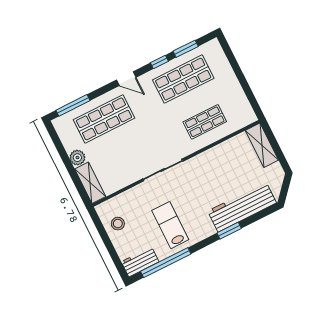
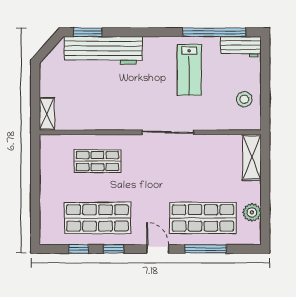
window: (186, 49) -> (79, 249), width x0.67
window: (73, 105) -> (206, 249), moved
shelving: (262, 145) -> (47, 114), width x0.67, depth x0.75
plant: (77, 158) -> (252, 212), moved
window: (229, 231) -> (88, 32), moved

